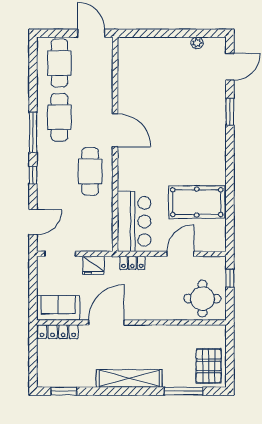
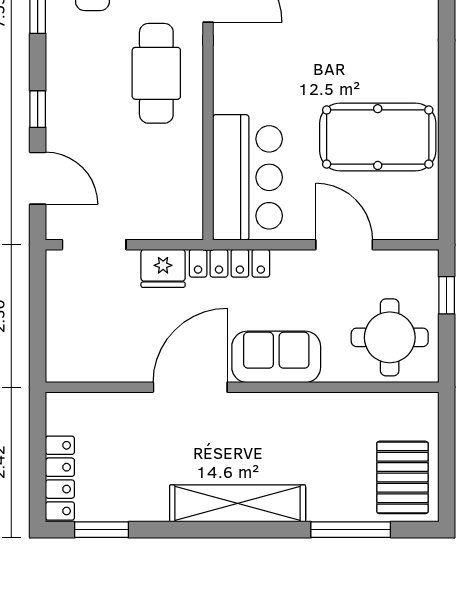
window: (33, 175) -> (38, 109), moved
door: (33, 222) -> (38, 178), hinge flipped
door: (180, 254) -> (344, 245), hinge flipped
locker: (132, 263) -> (229, 263), width x1.53
sofa: (58, 308) -> (276, 357), moved
locker: (58, 332) -> (60, 478), moved, turned -90

